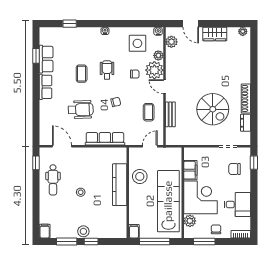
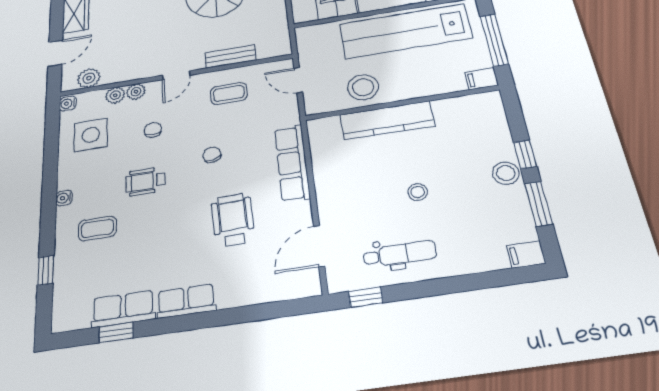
plant: (154, 70) -> (136, 92), width x0.53, depth x0.53
coffee table: (82, 74) -> (97, 228), moved

